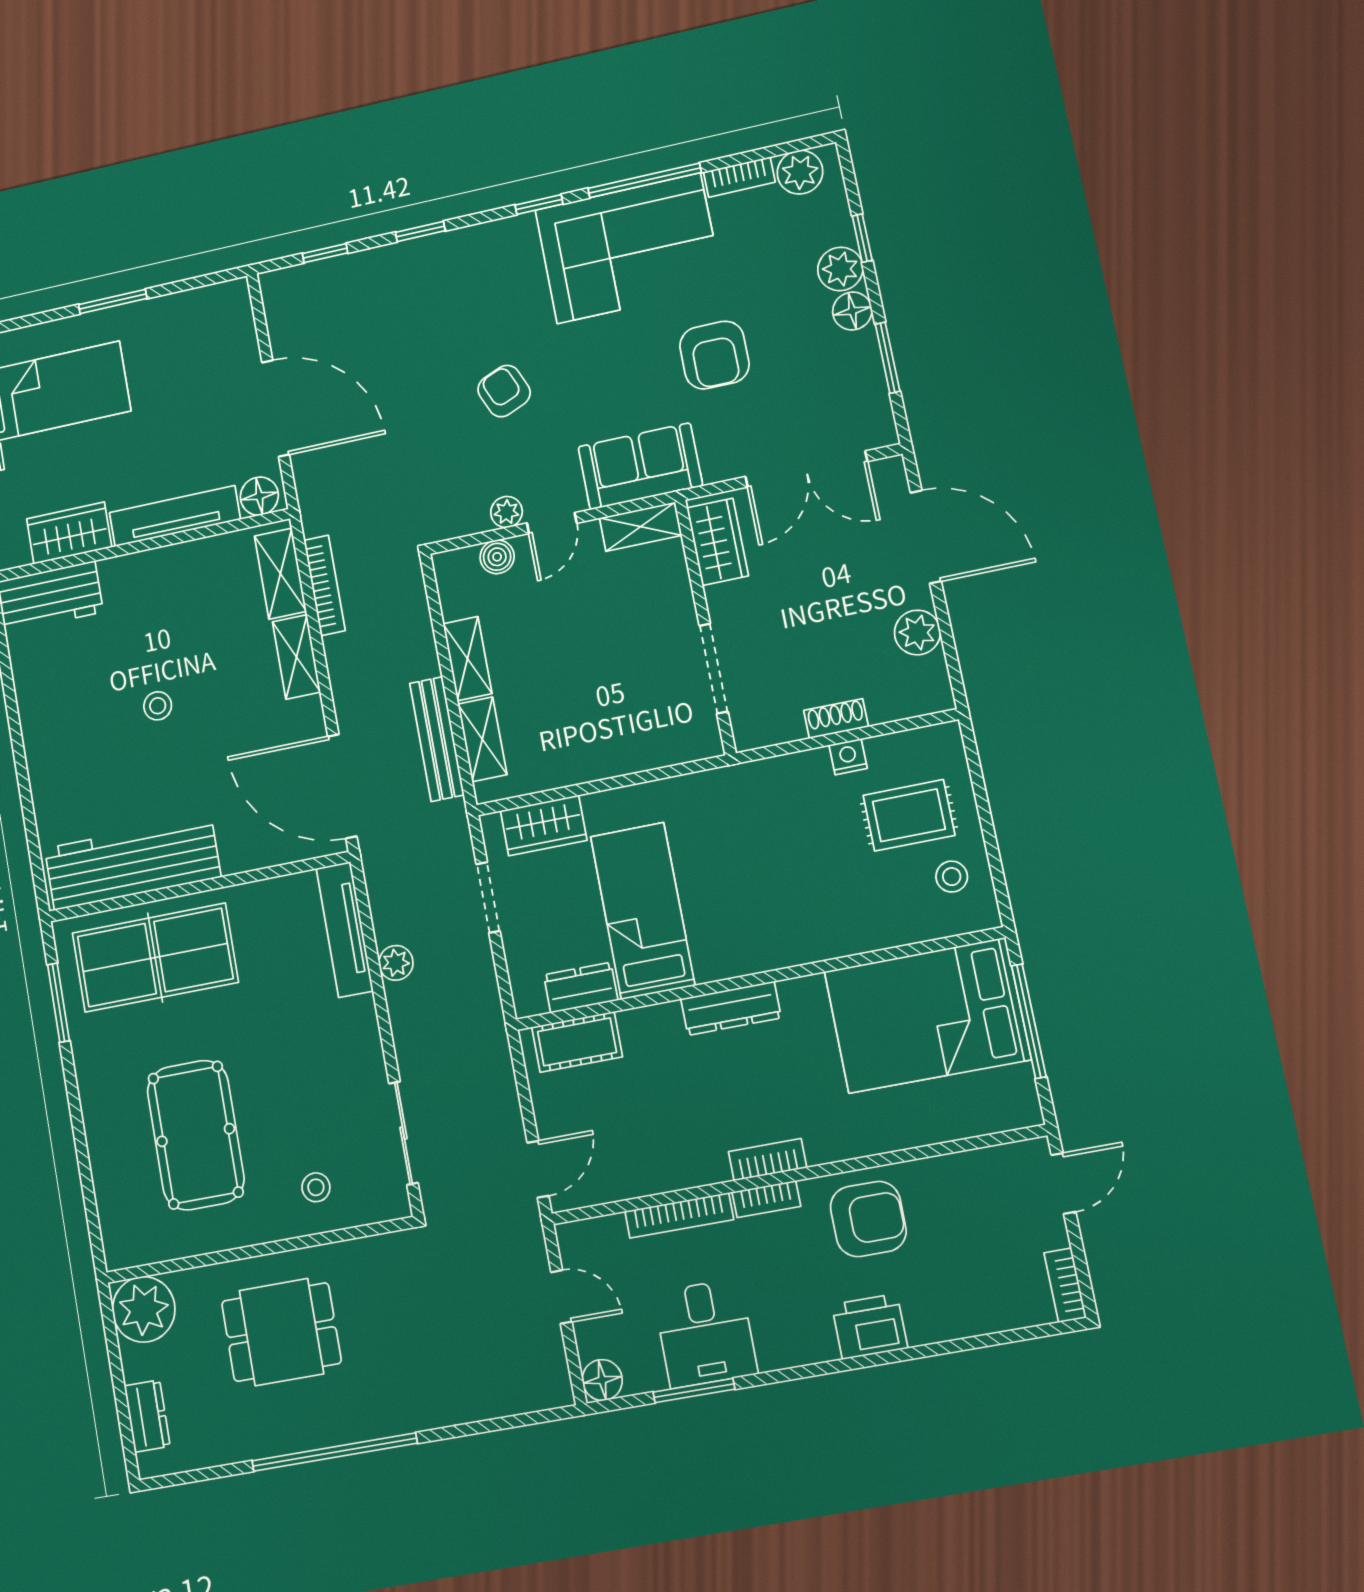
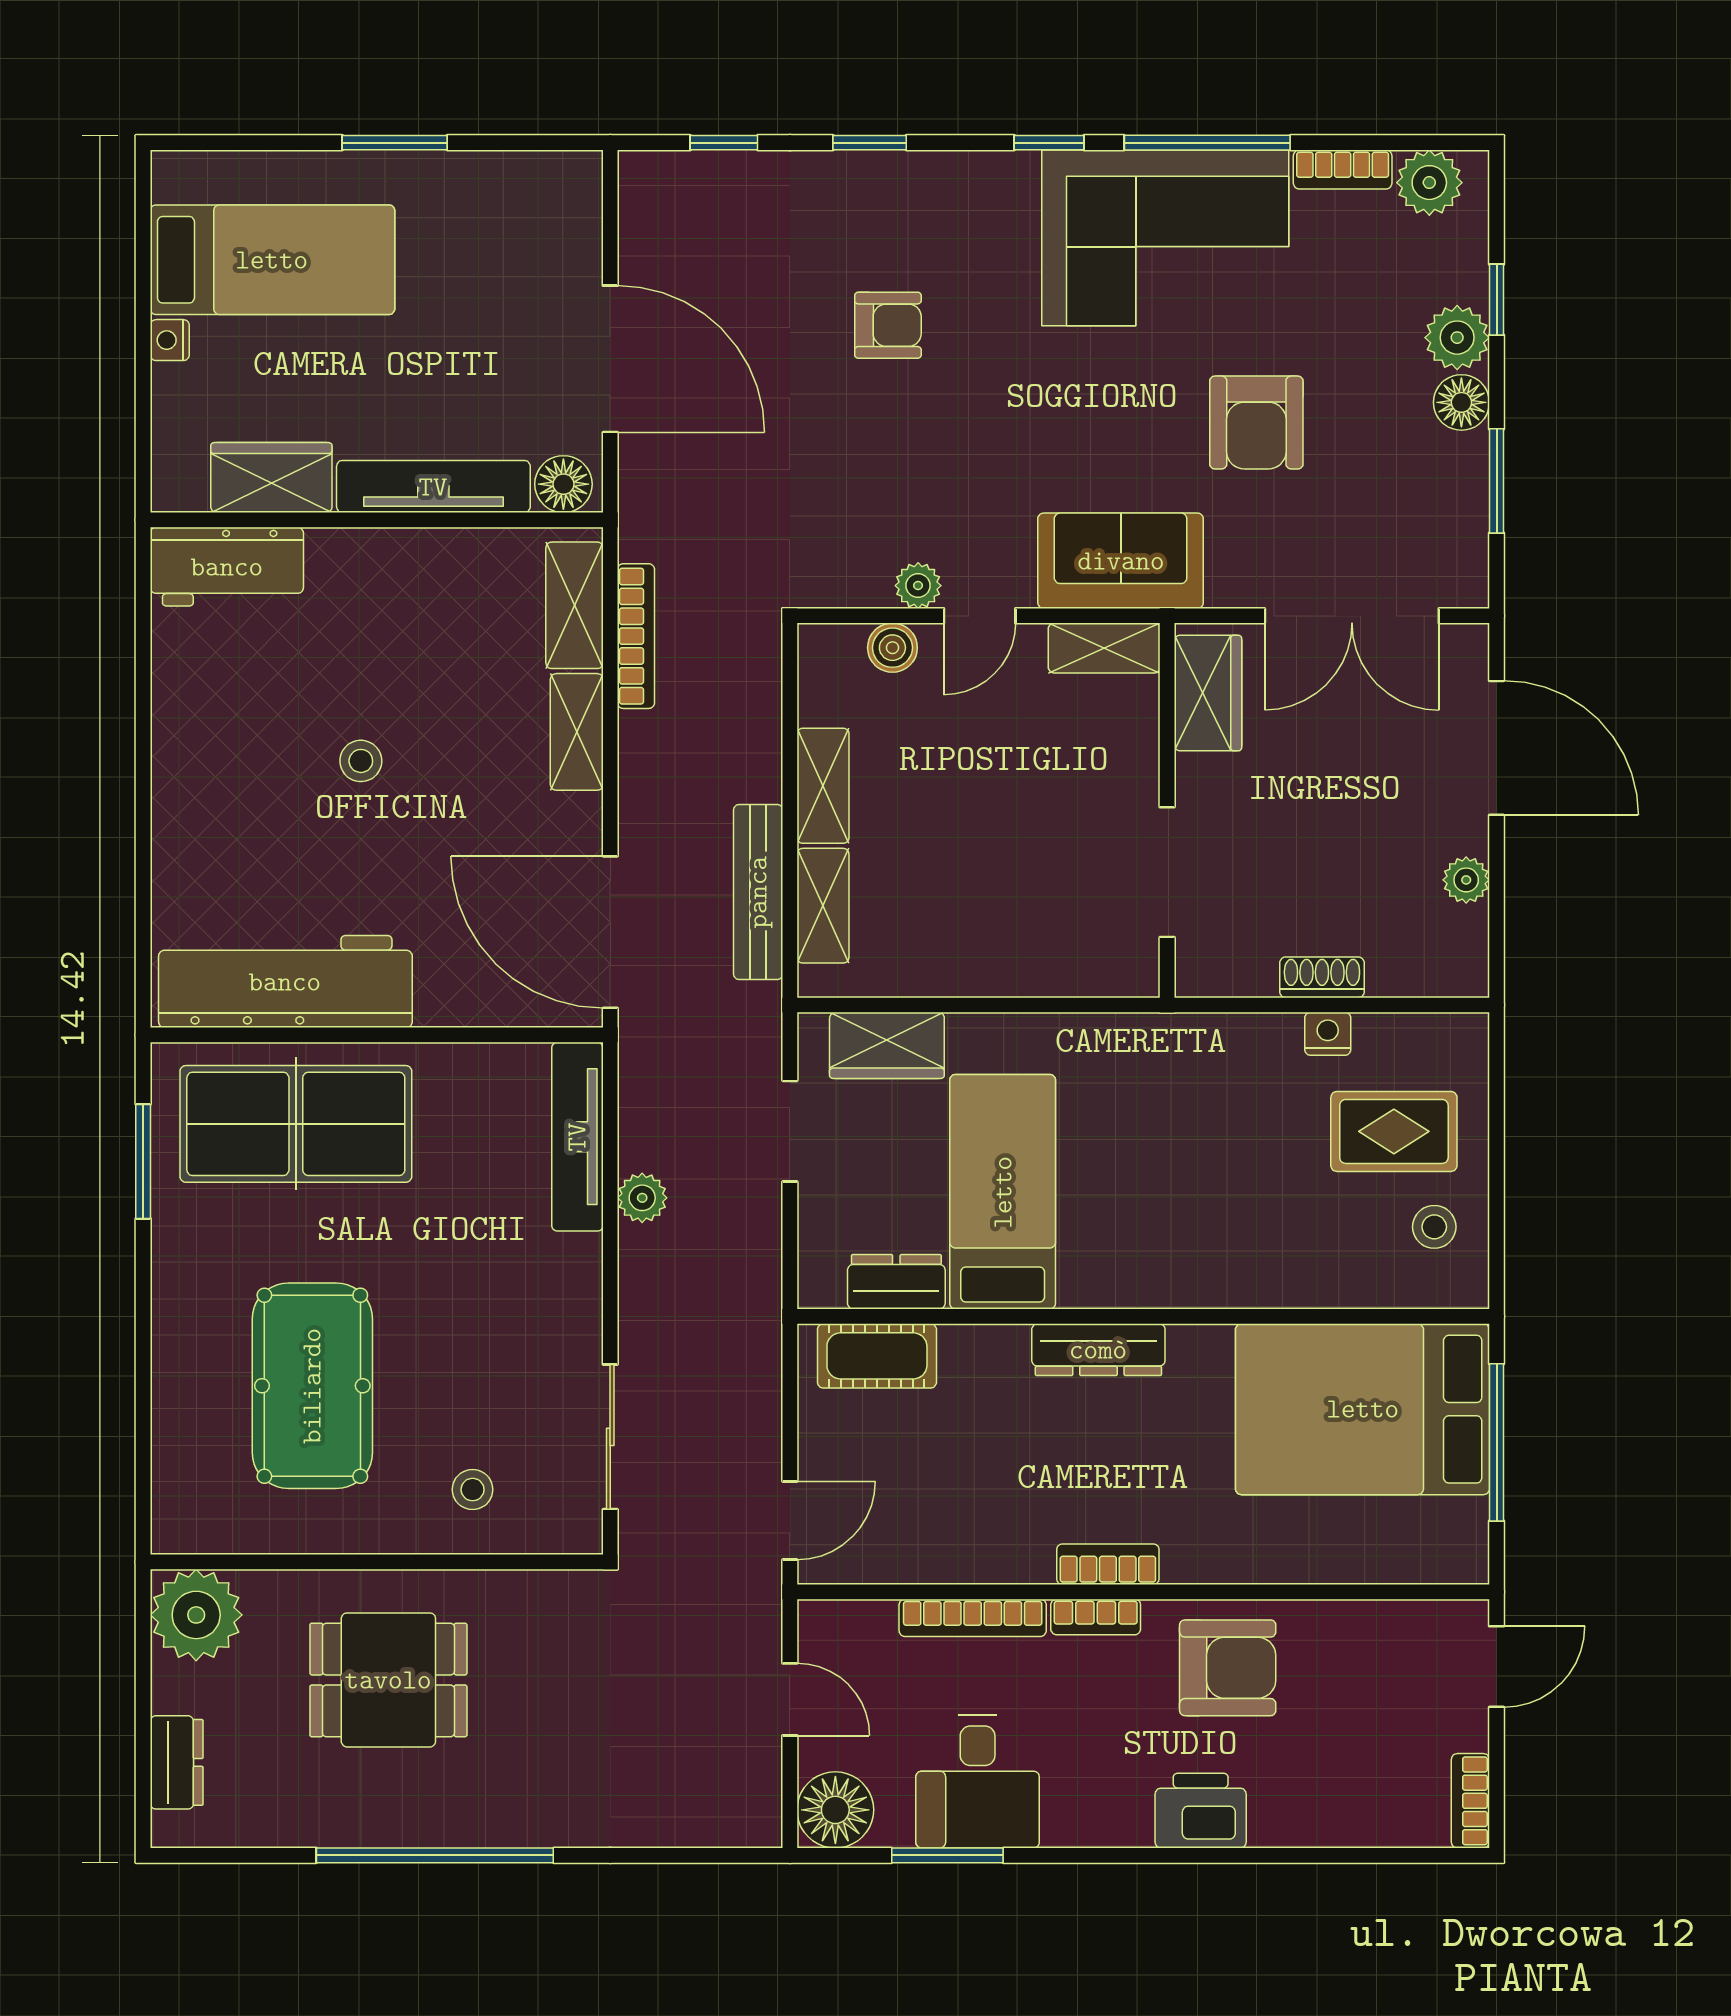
armchair: (504, 391) -> (888, 325), moved, turned 113
plant: (917, 632) -> (1466, 880), width x0.73, depth x0.73
floor lamp: (602, 1380) -> (835, 1810), width x1.38, depth x1.38

